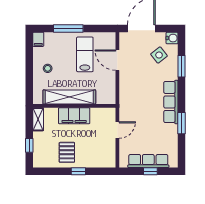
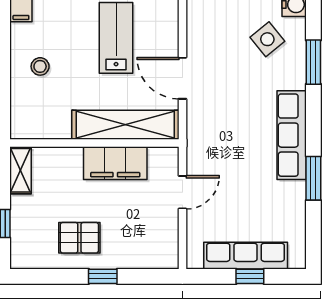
door: (117, 60) -> (182, 78), moved
shelving: (69, 97) -> (125, 125), moved
filing cabinet: (74, 116) -> (115, 163), moved
pallet: (67, 152) -> (79, 238), turned 90

